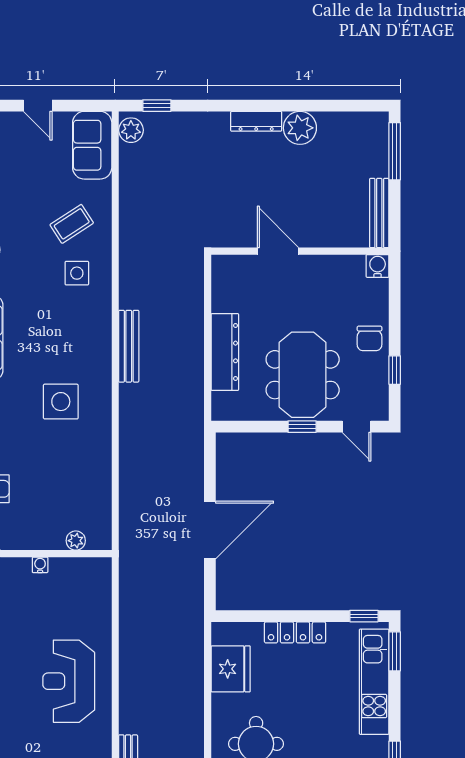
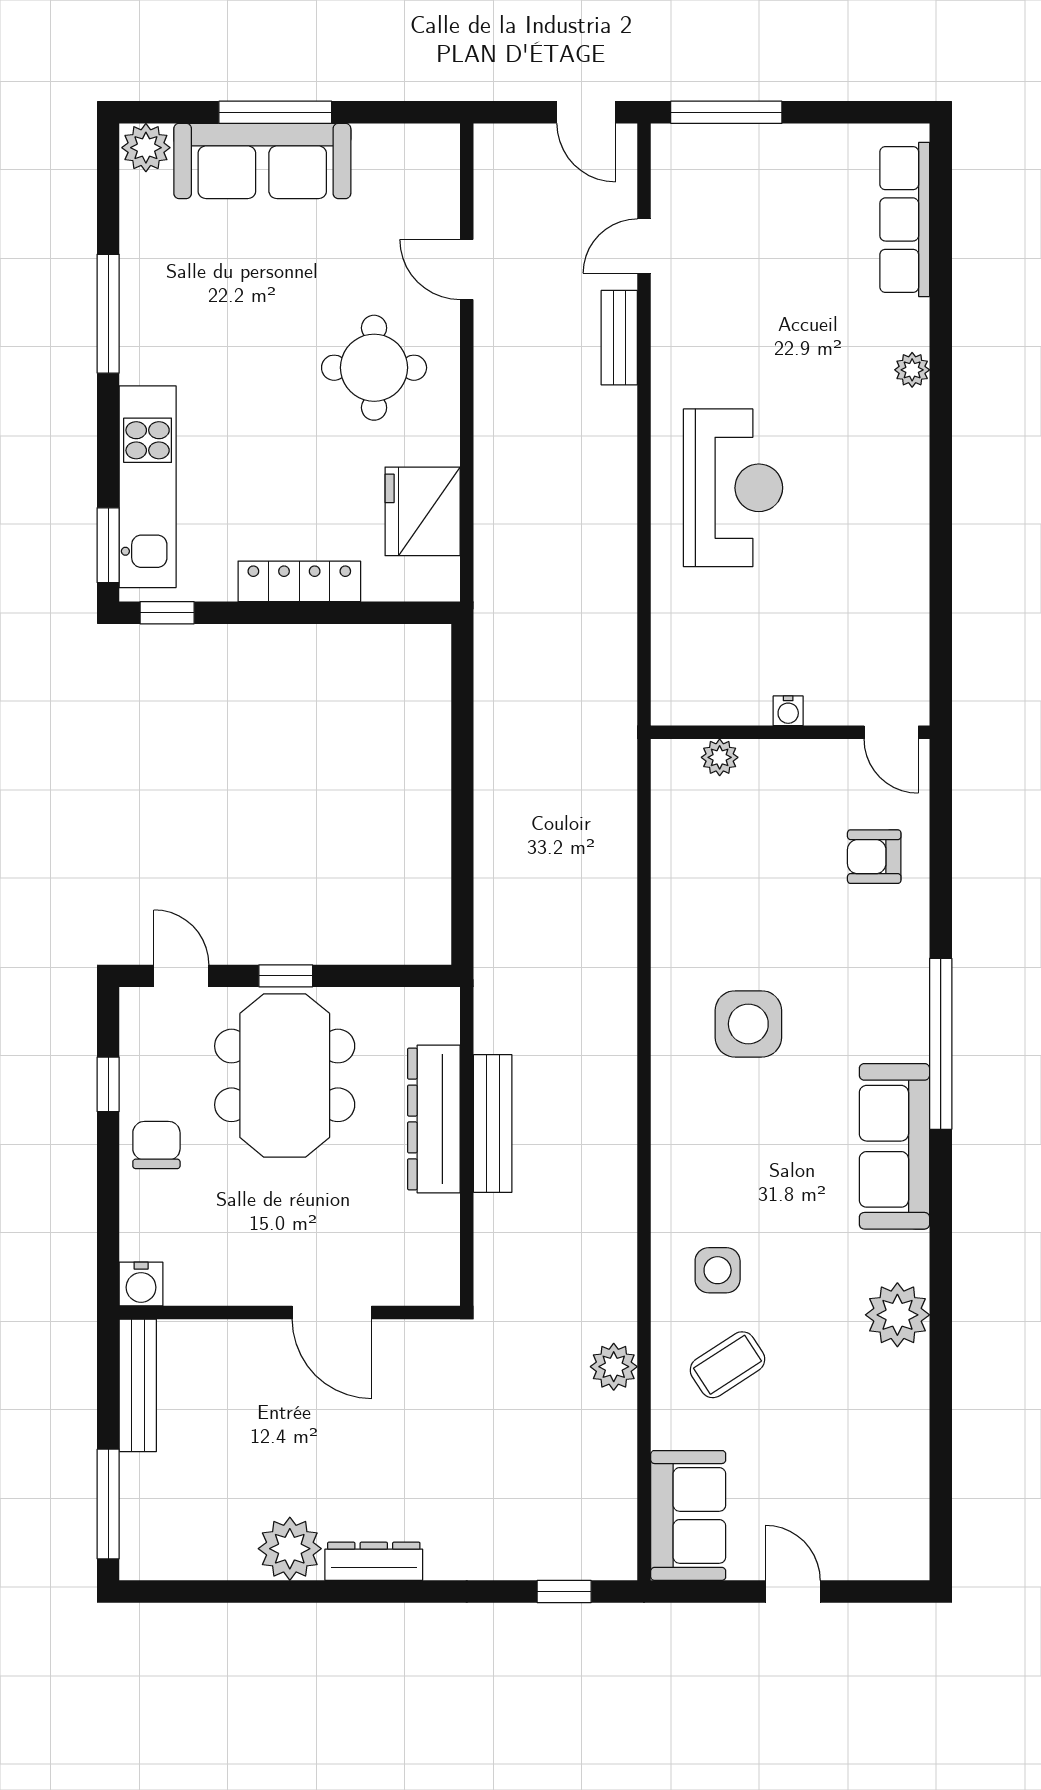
plant: (131, 130) -> (614, 1367), moved
bench: (129, 346) -> (493, 1123), moved
door: (210, 530) -> (462, 778), removed

